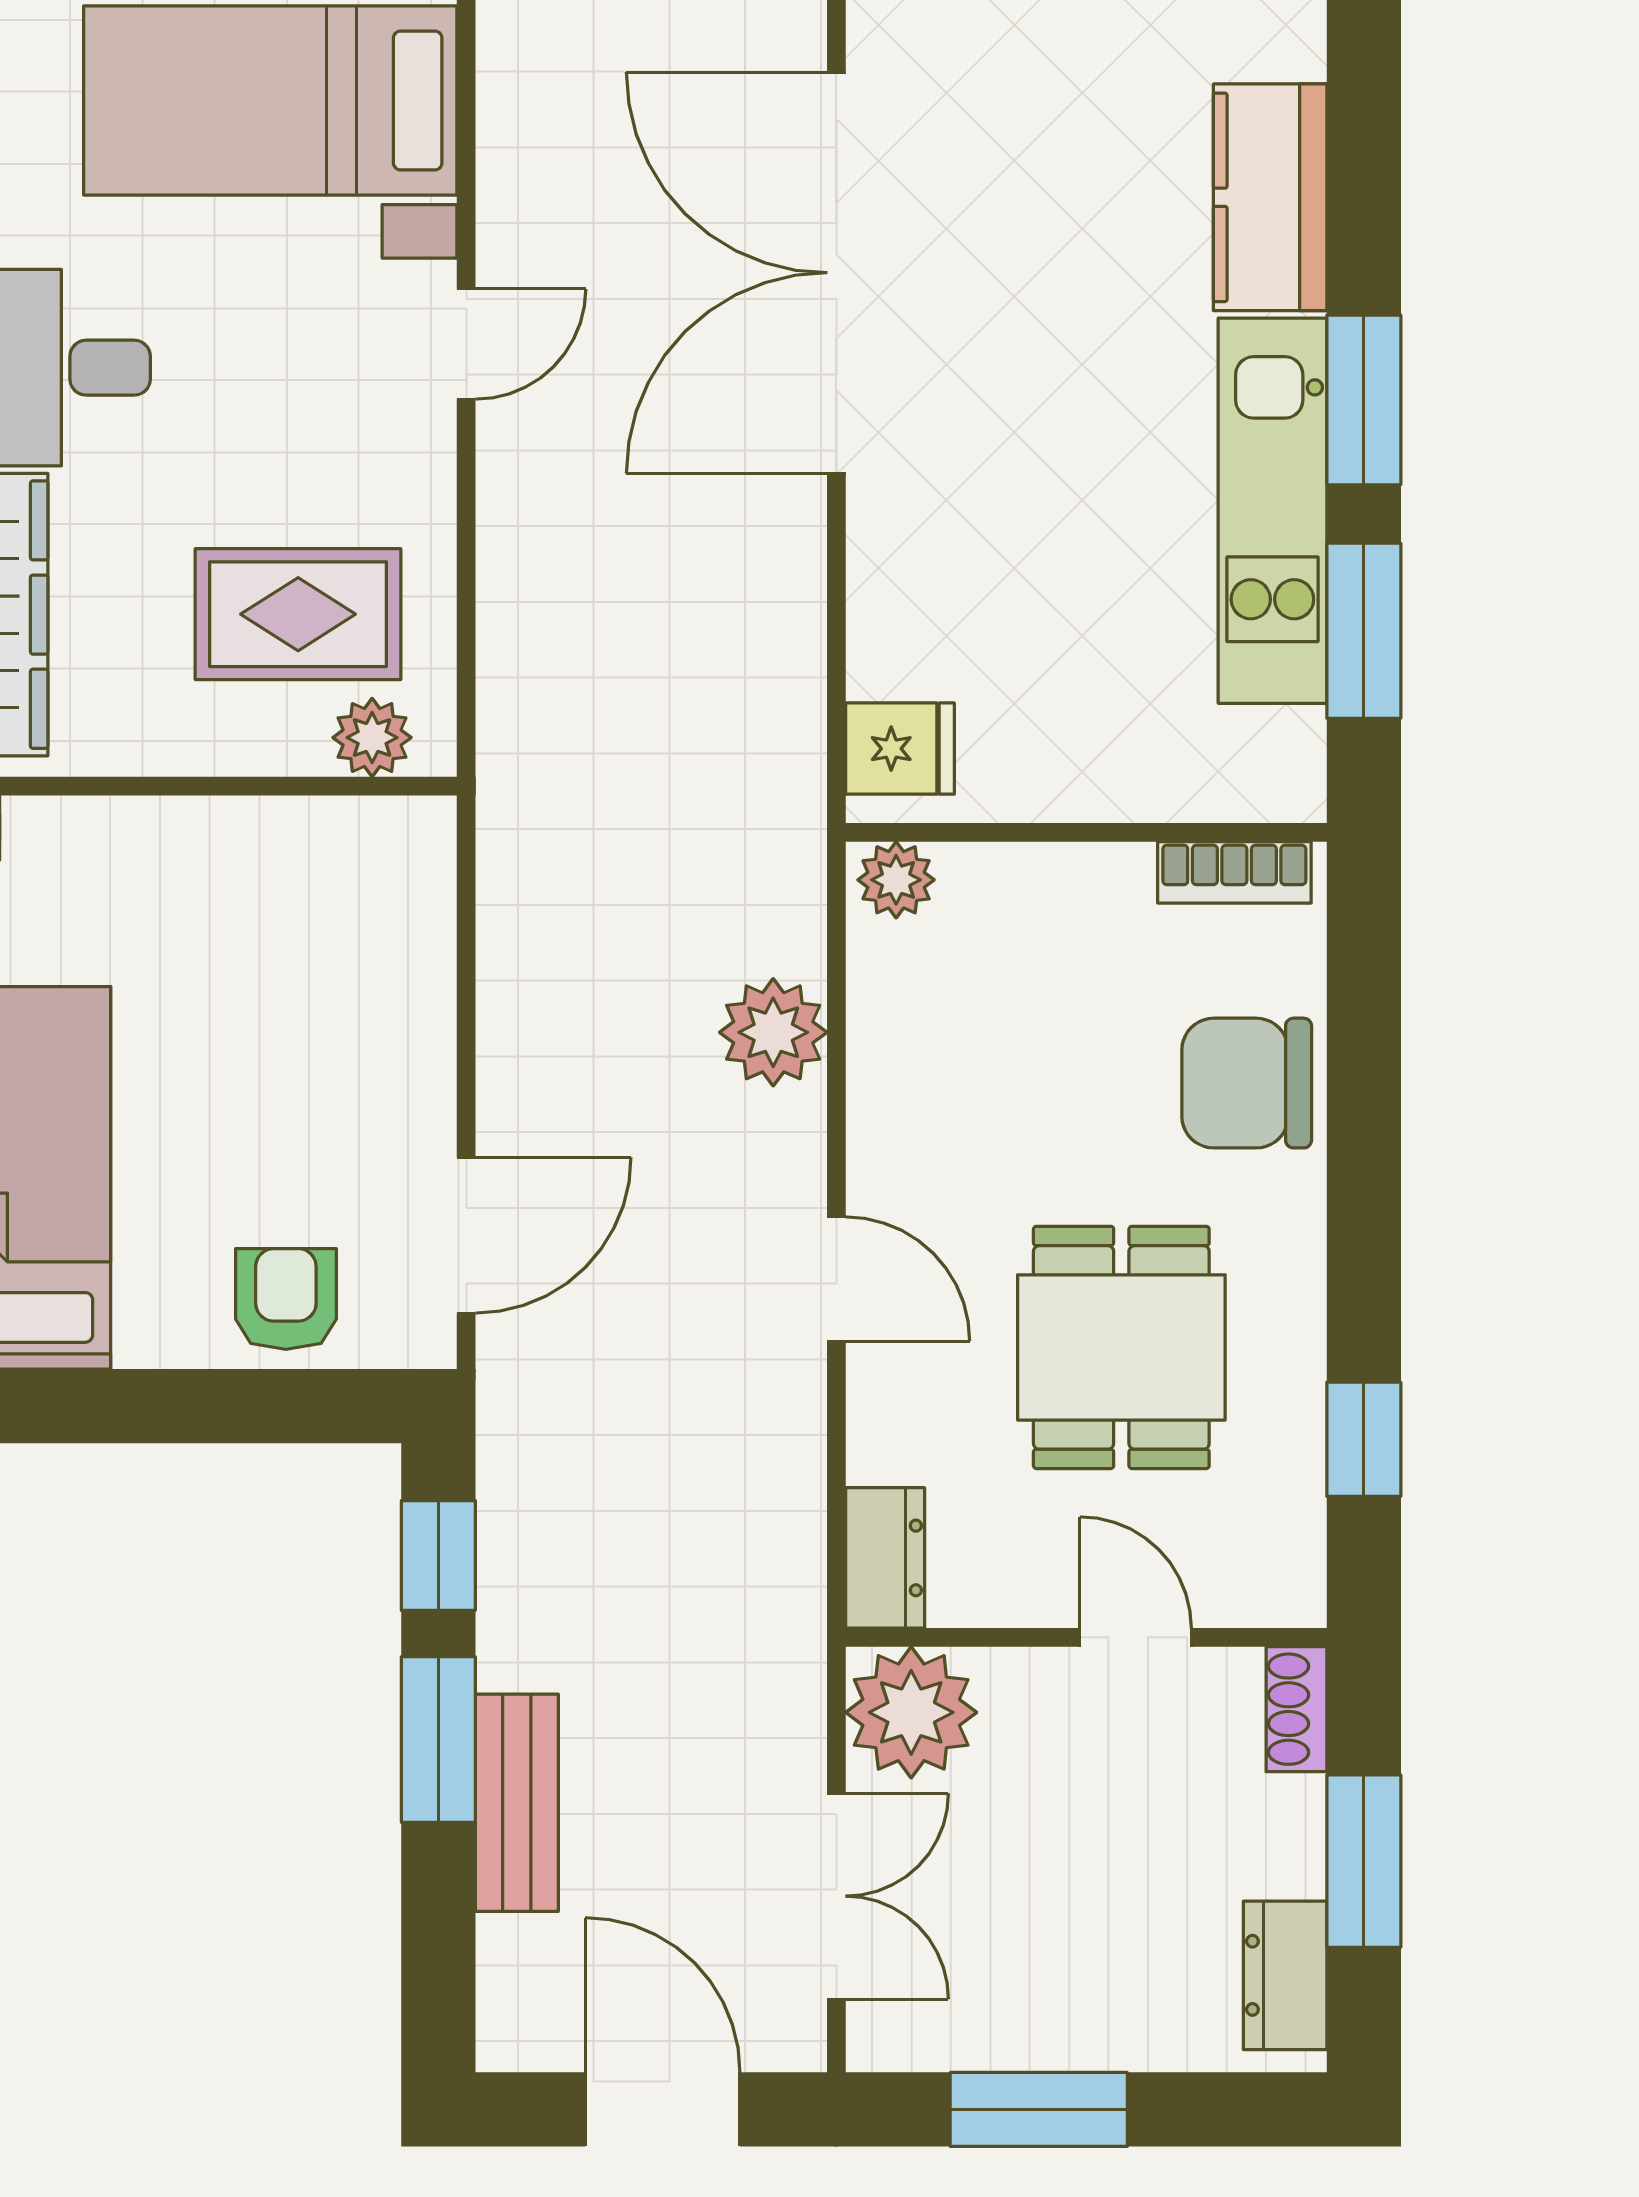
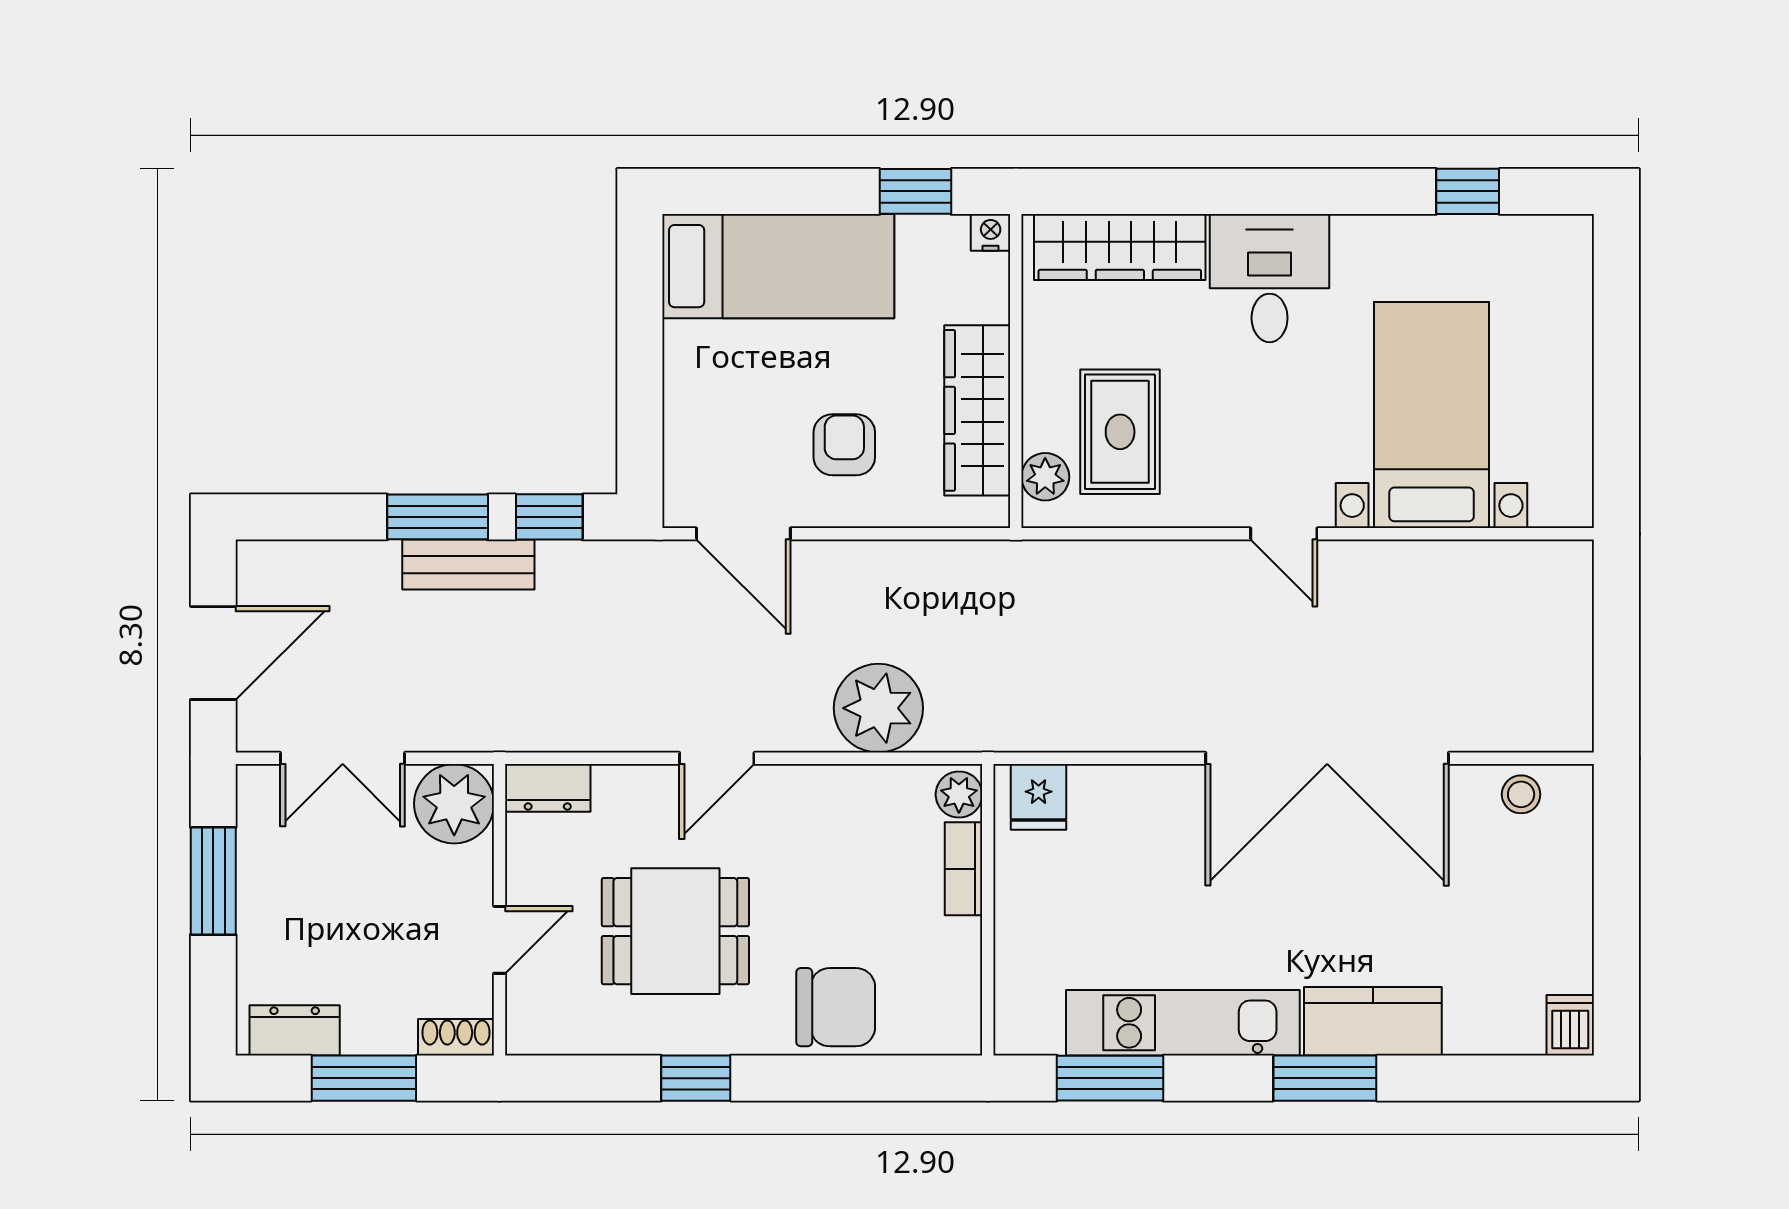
double door: (836, 273) -> (1327, 758), swing flipped
window: (1364, 400) -> (1325, 1078), moved
wardrobe: (263, 850) -> (977, 410), added
bookcase: (1234, 872) -> (964, 869), moved
plant: (773, 1032) -> (878, 708), width x1.36, depth x1.36
chair: (1247, 1083) -> (836, 1007), turned 90
armchair: (286, 1299) -> (844, 445), moved, turned -90
window: (1364, 1439) -> (696, 1078), moved
bench: (517, 1803) -> (468, 565), moved

